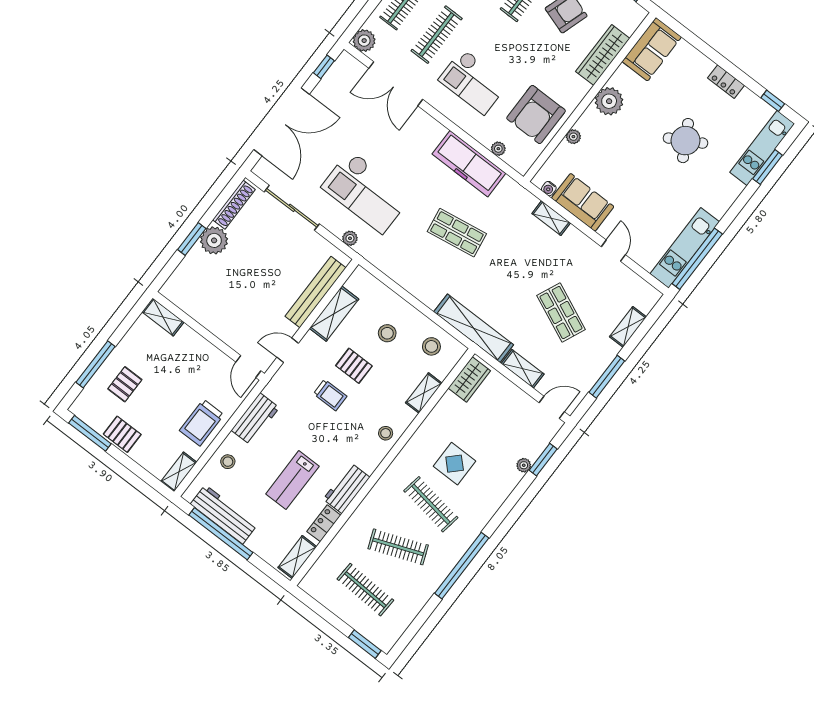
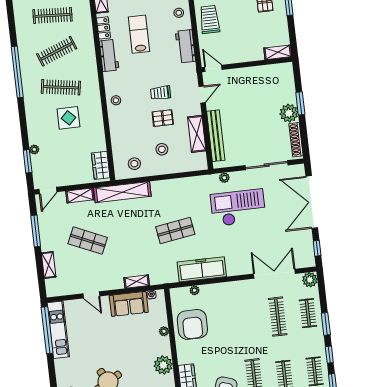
checkout: (473, 82) -> (238, 311), removed
armchair: (536, 114) -> (192, 324), turned 180
shelving: (424, 393) -> (116, 138), removed

